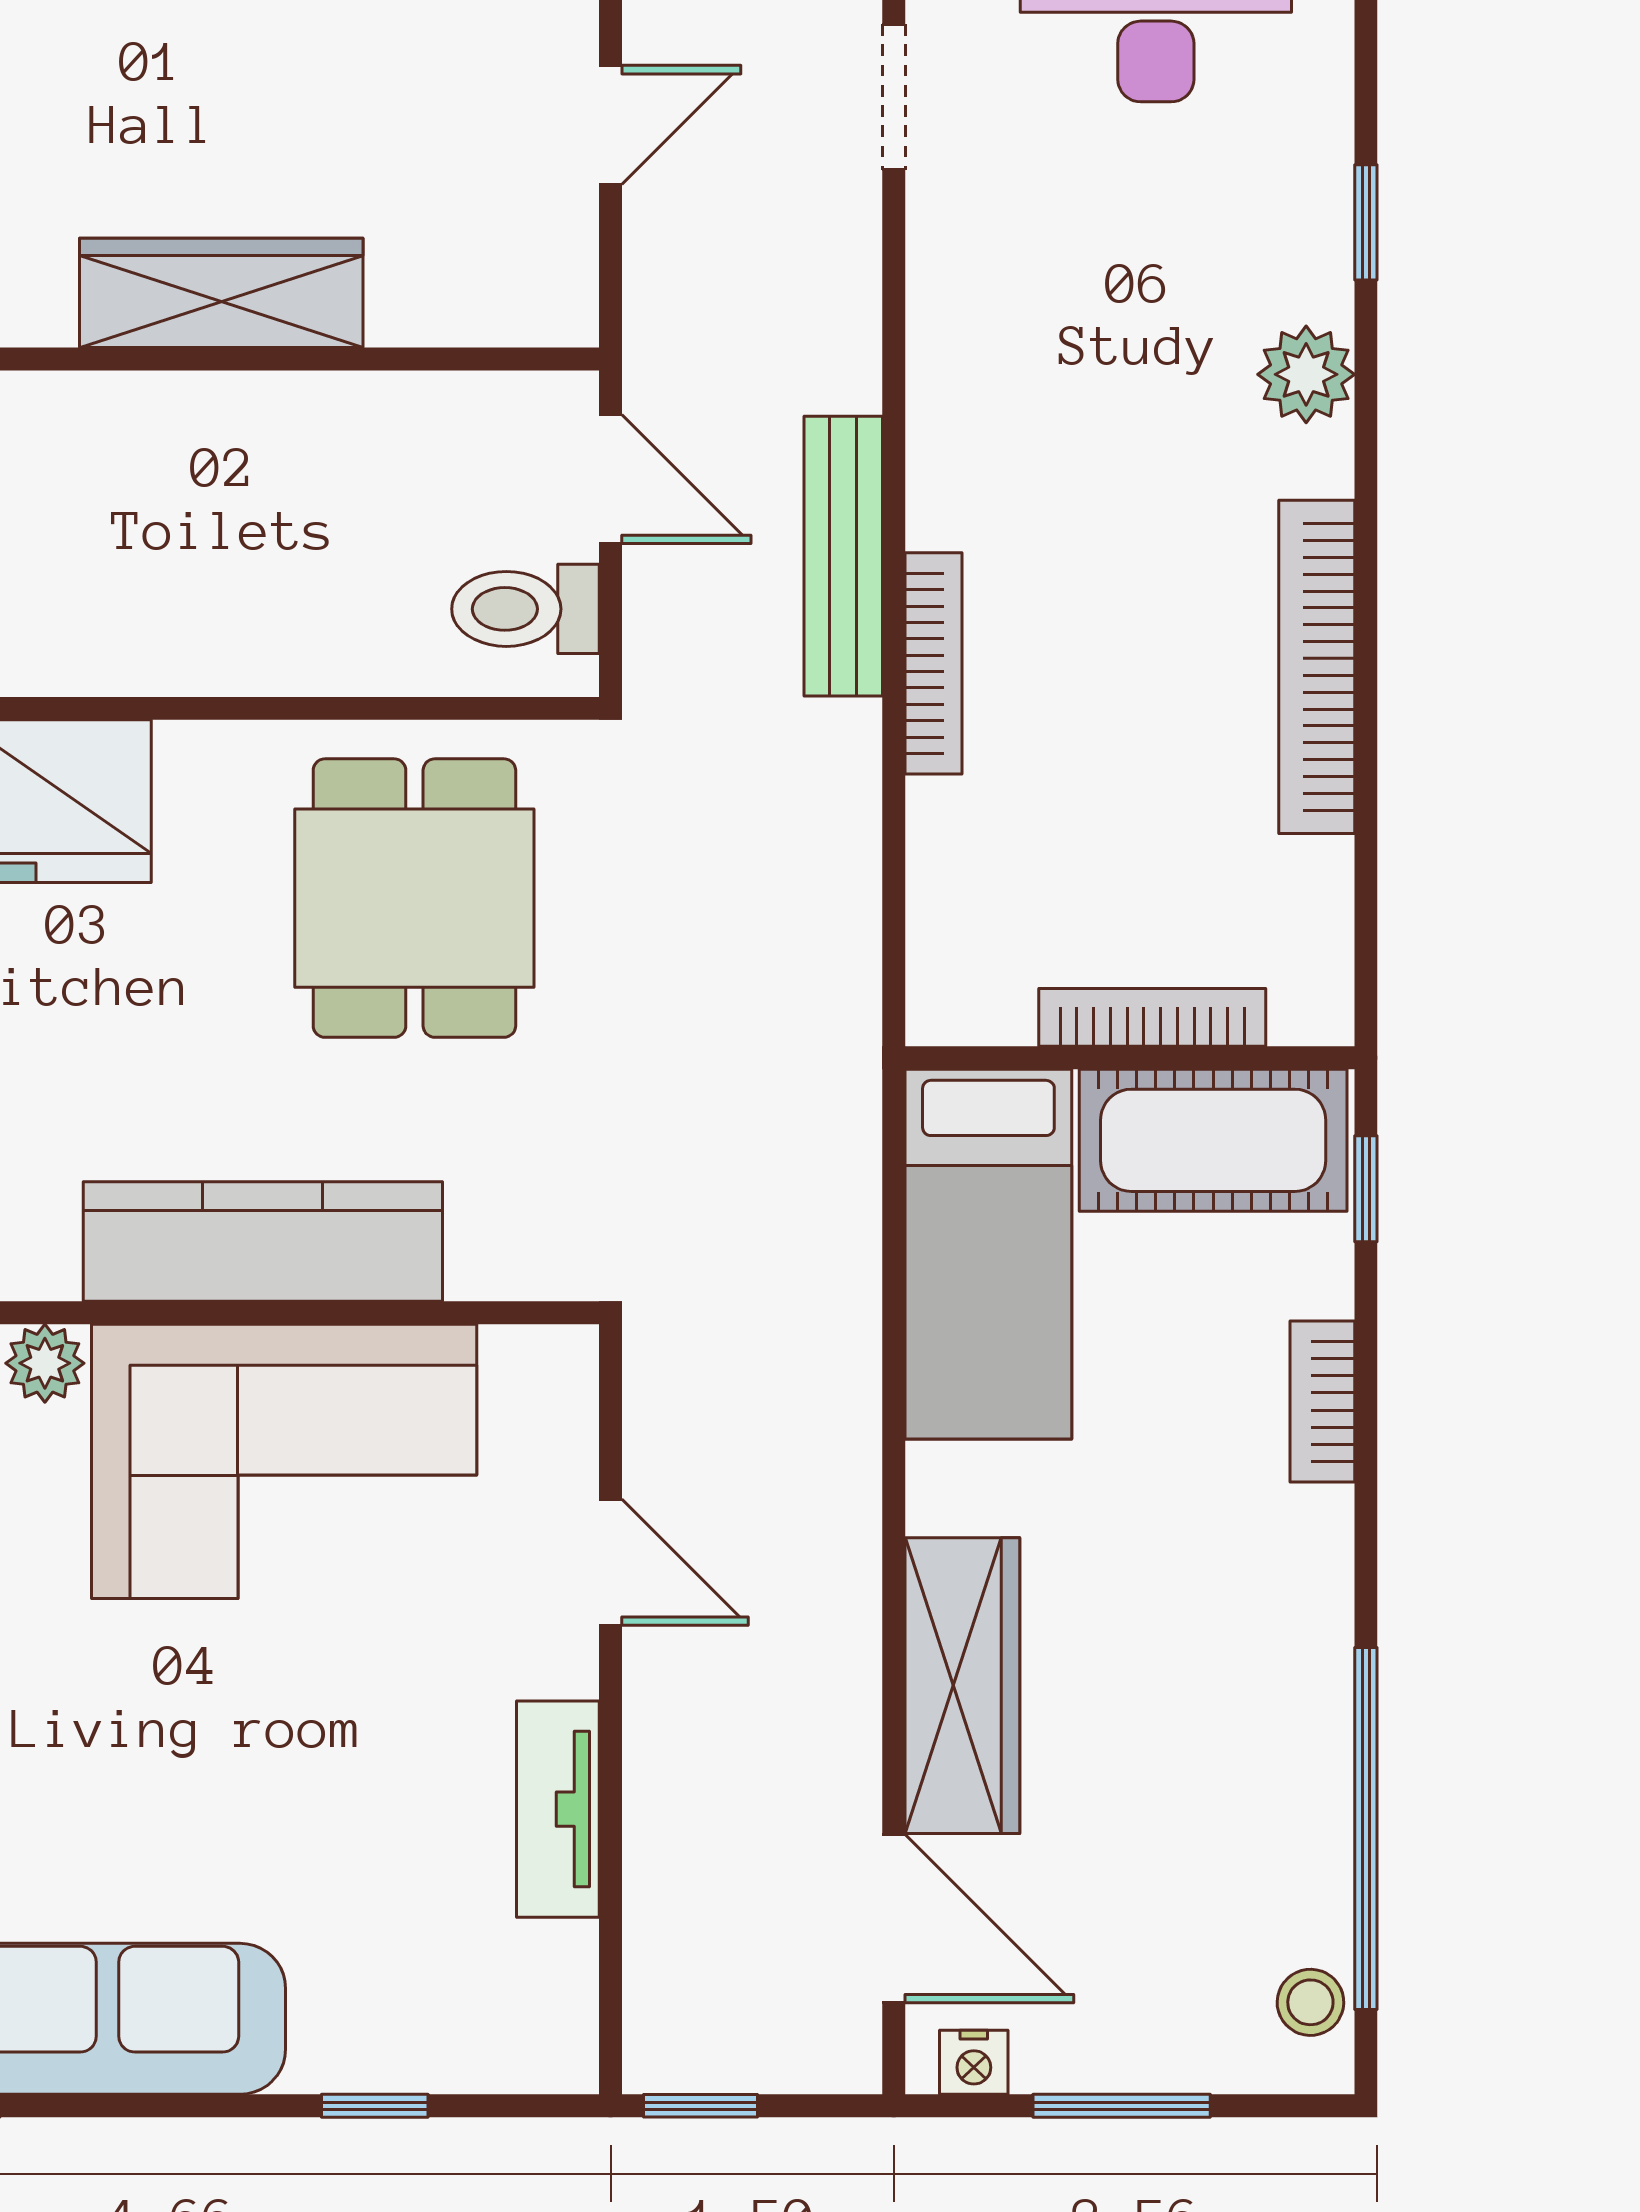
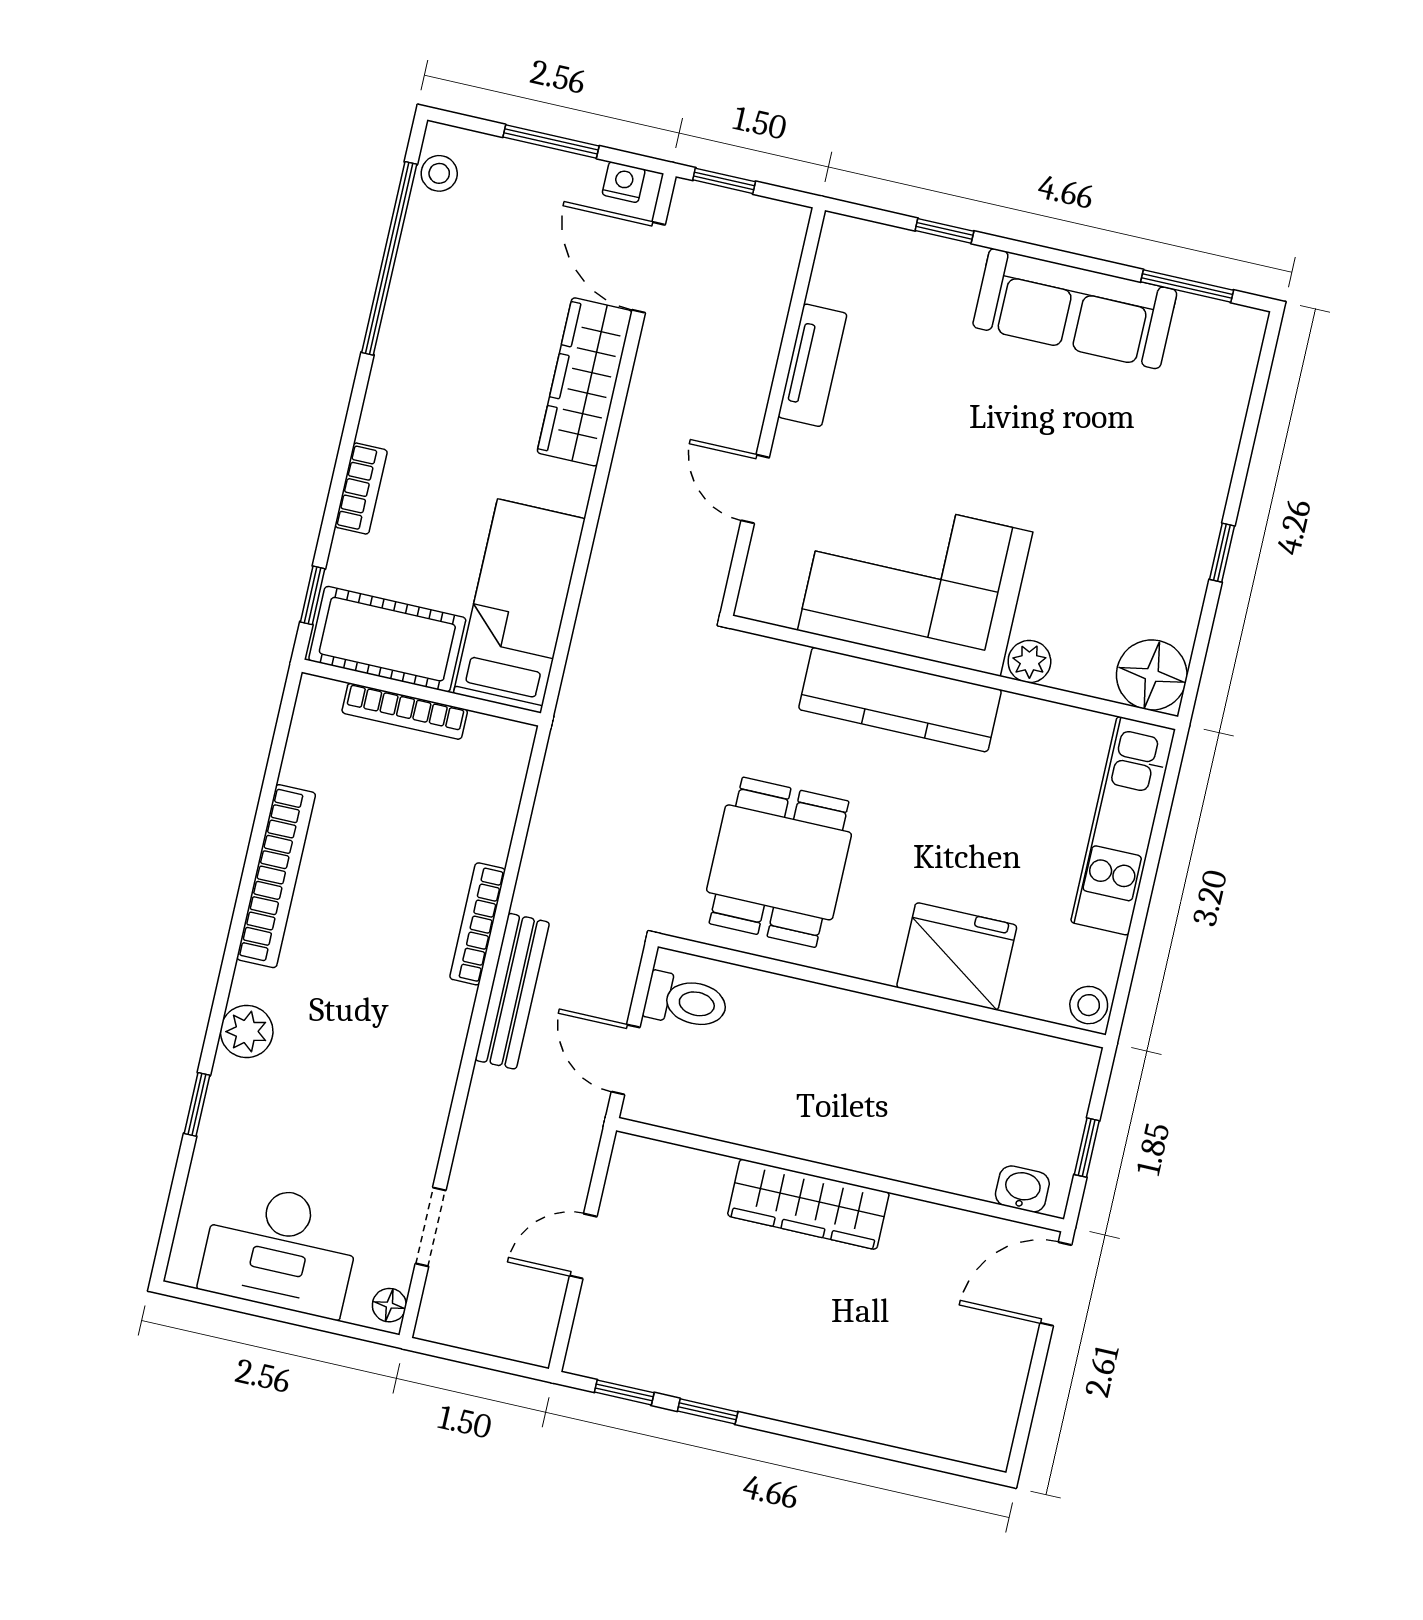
window: (701, 2106) -> (724, 181), moved

